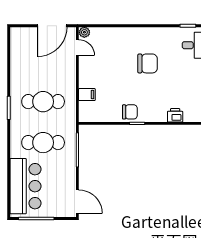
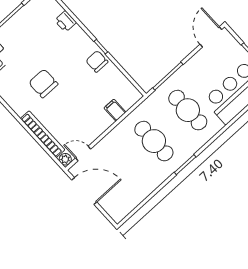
bookcase: (115, 32) -> (43, 134), added
door: (77, 48) -> (83, 154), hinge flipped

